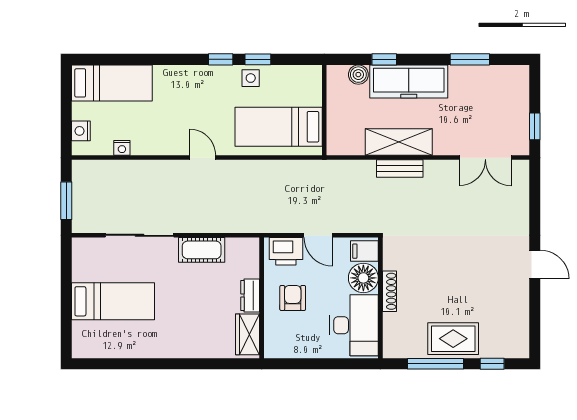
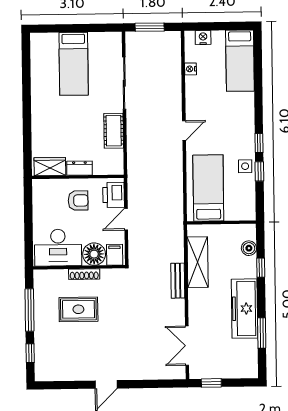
freezer: (409, 81) -> (244, 309), moved
shelving: (399, 142) -> (198, 262), moved
rug: (453, 339) -> (78, 309), moved, turned 90

